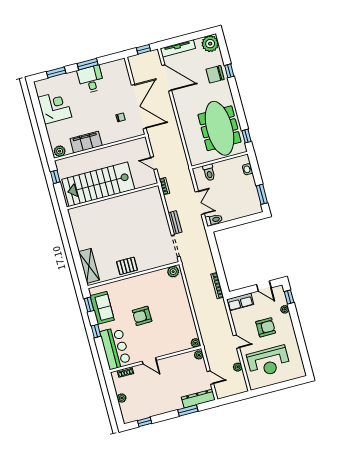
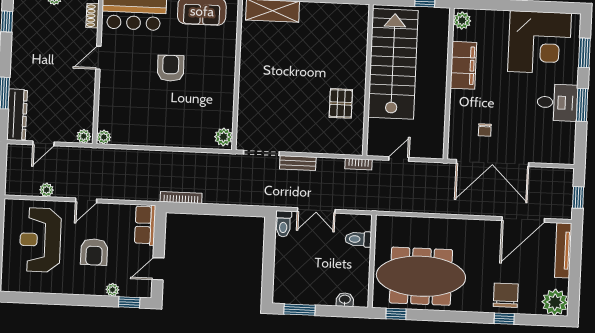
corner desk: (55, 107) -> (540, 42), width x1.36, depth x1.36
pallet: (127, 266) -> (341, 103), moved

